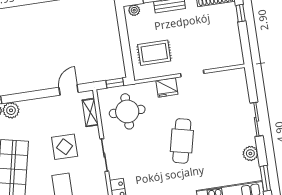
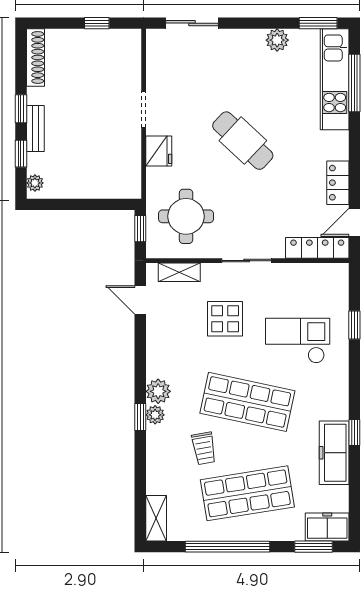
window: (241, 13) -> (97, 23), moved
rug: (154, 53) -> (103, 162), removed
sliding door: (256, 119) -> (192, 23), moved
cafe table: (182, 141) -> (243, 141), turned 30

